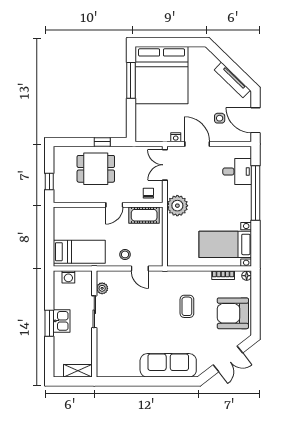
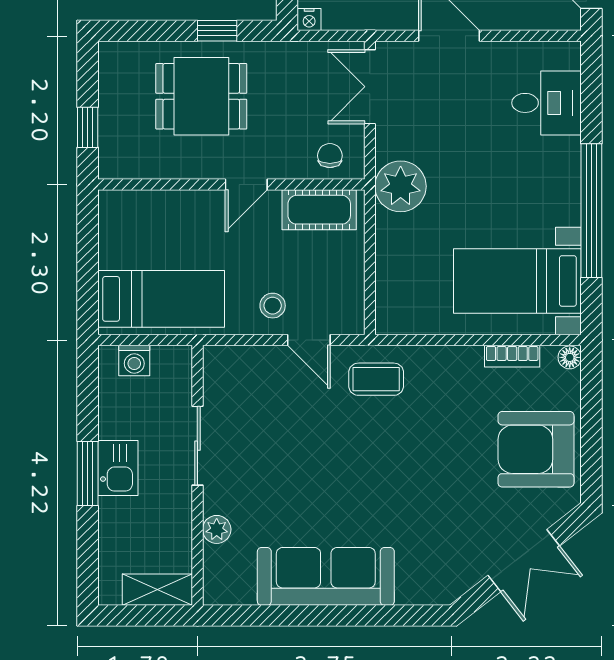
nightstand: (176, 137) -> (309, 19), moved
window: (256, 193) -> (591, 211), moved
plant: (102, 288) -> (217, 529), moved
coffee table: (187, 306) -> (376, 379), moved, turned 90
sofa: (168, 365) -> (326, 576), moved

